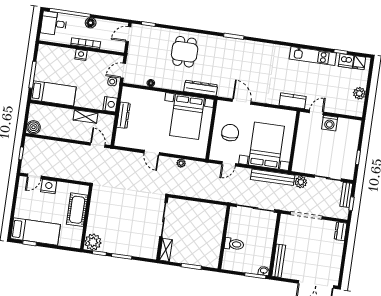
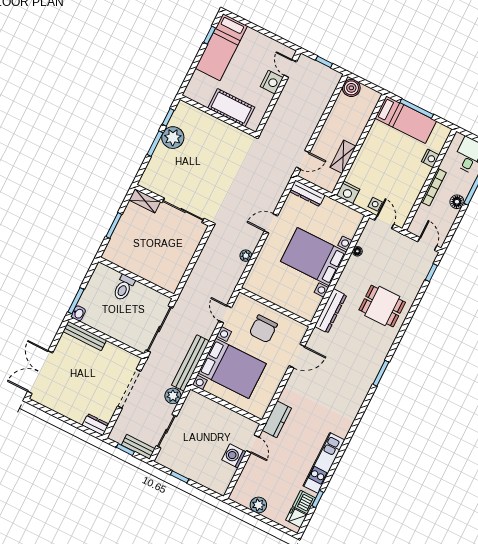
nightstand: (81, 55) -> (430, 158), moved
bed: (53, 93) -> (406, 120), moved, turned -90
dresser: (123, 115) -> (307, 193), moved
bed with nightstands: (187, 117) -> (314, 257), moved
chair: (230, 133) -> (263, 329), turned 90
plant: (93, 242) -> (173, 138), moved

